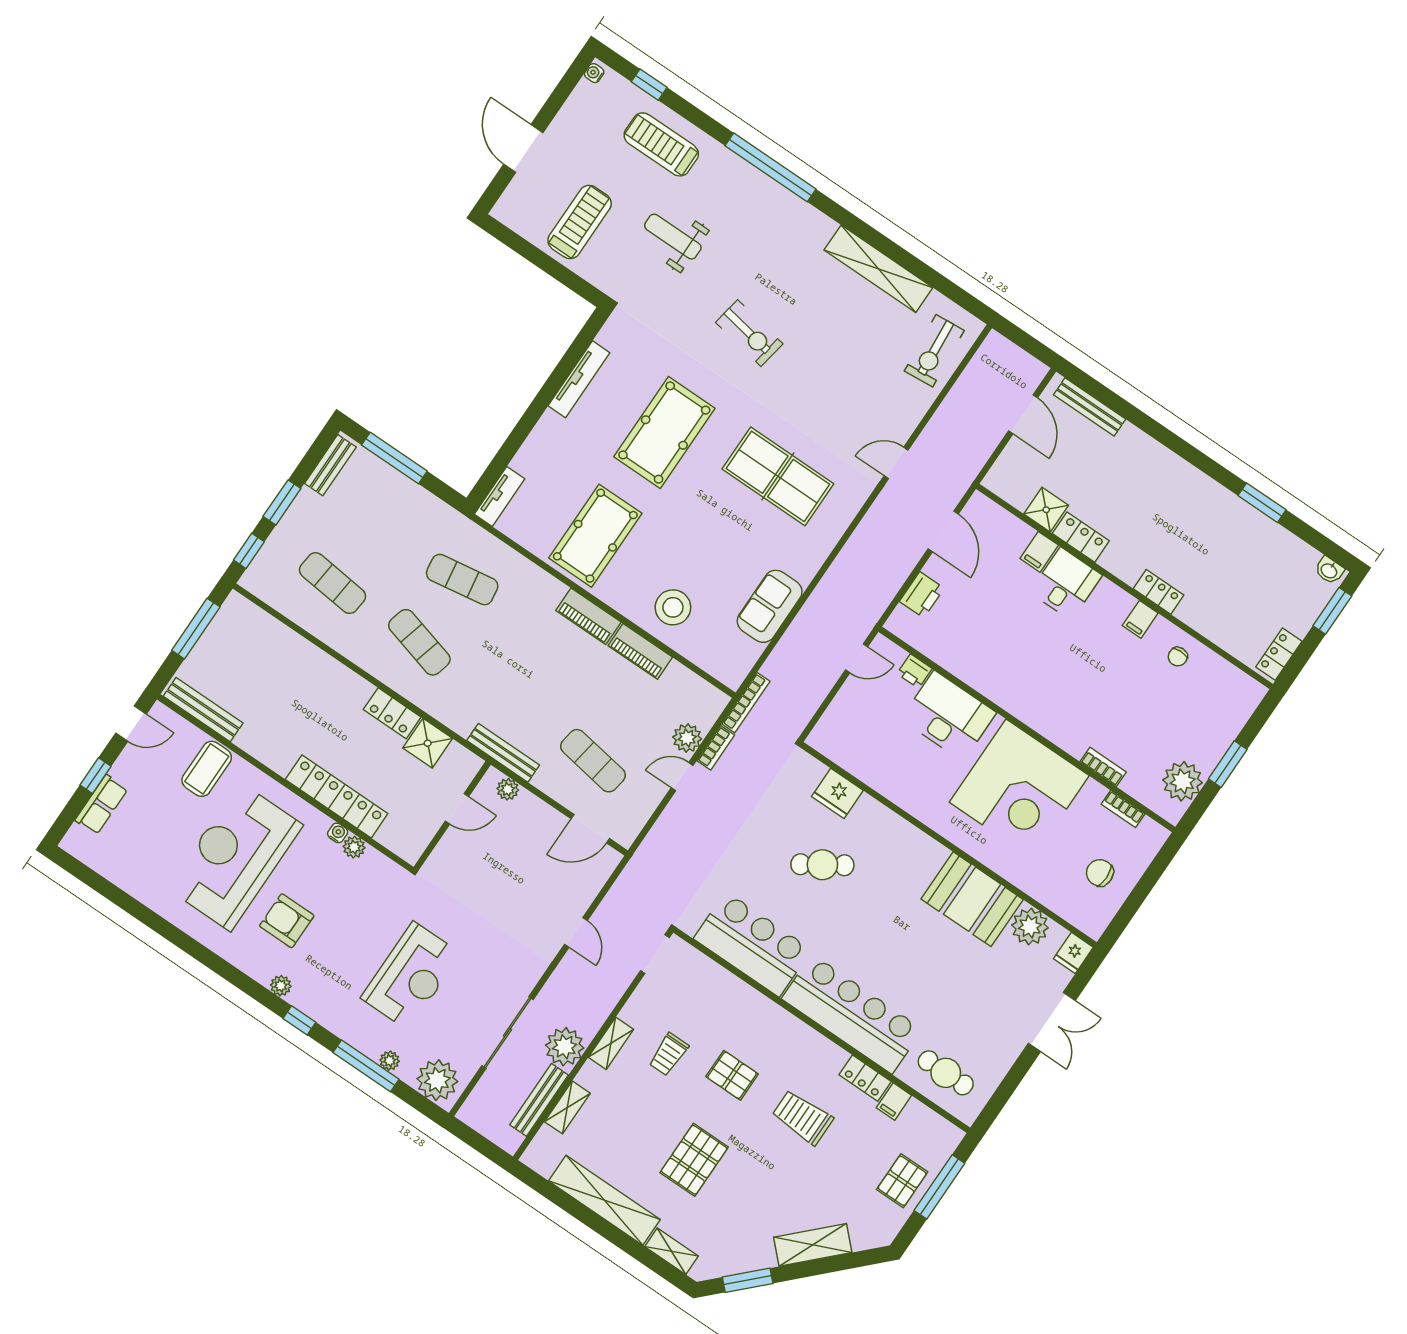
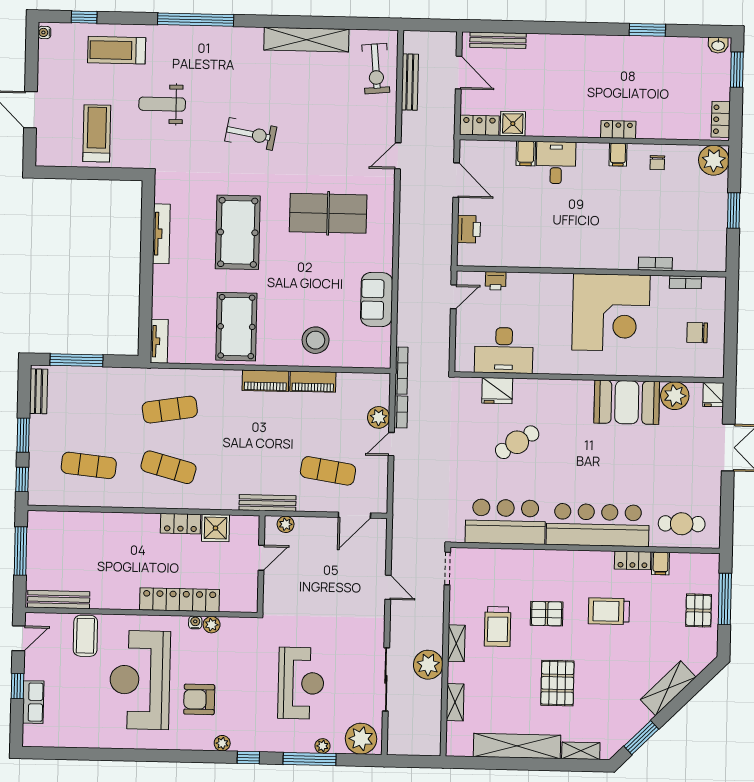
locker: (1081, 537) -> (479, 125), moved
desk: (949, 716) -> (504, 350), moved, turned 180
plant: (1183, 781) -> (714, 160), moved
trolley: (669, 1054) -> (498, 627), width x1.36, depth x1.39
bench: (539, 1100) -> (410, 82), moved

